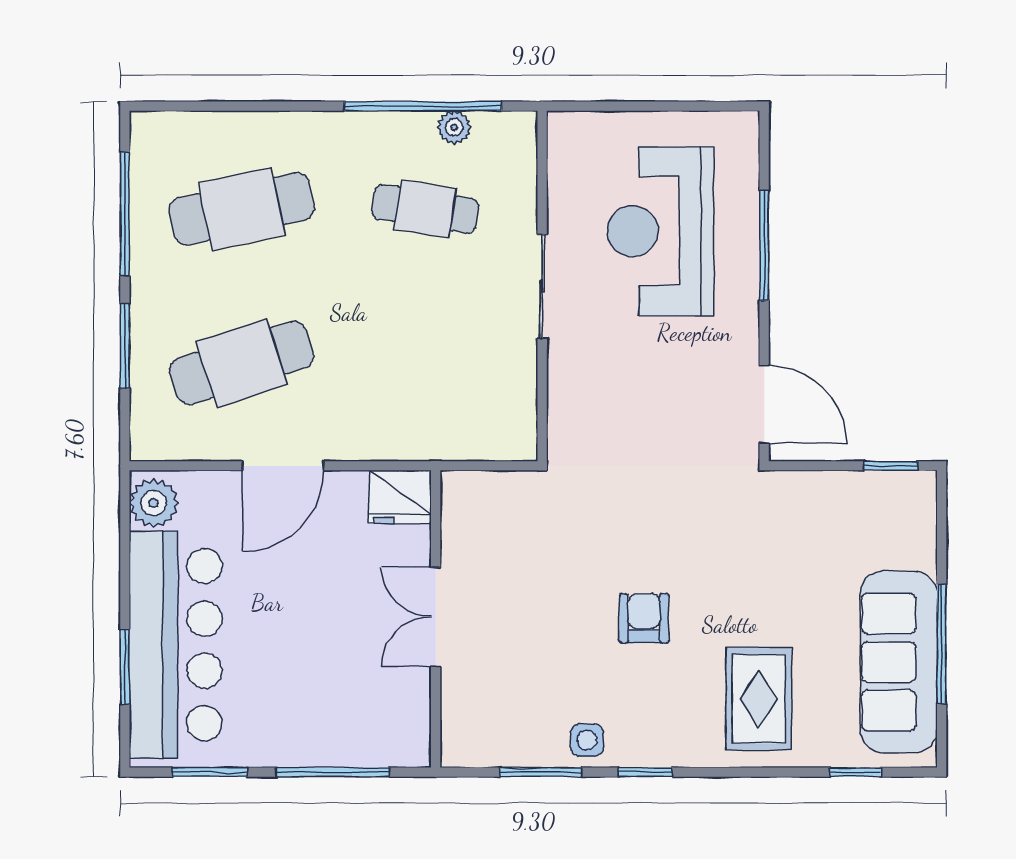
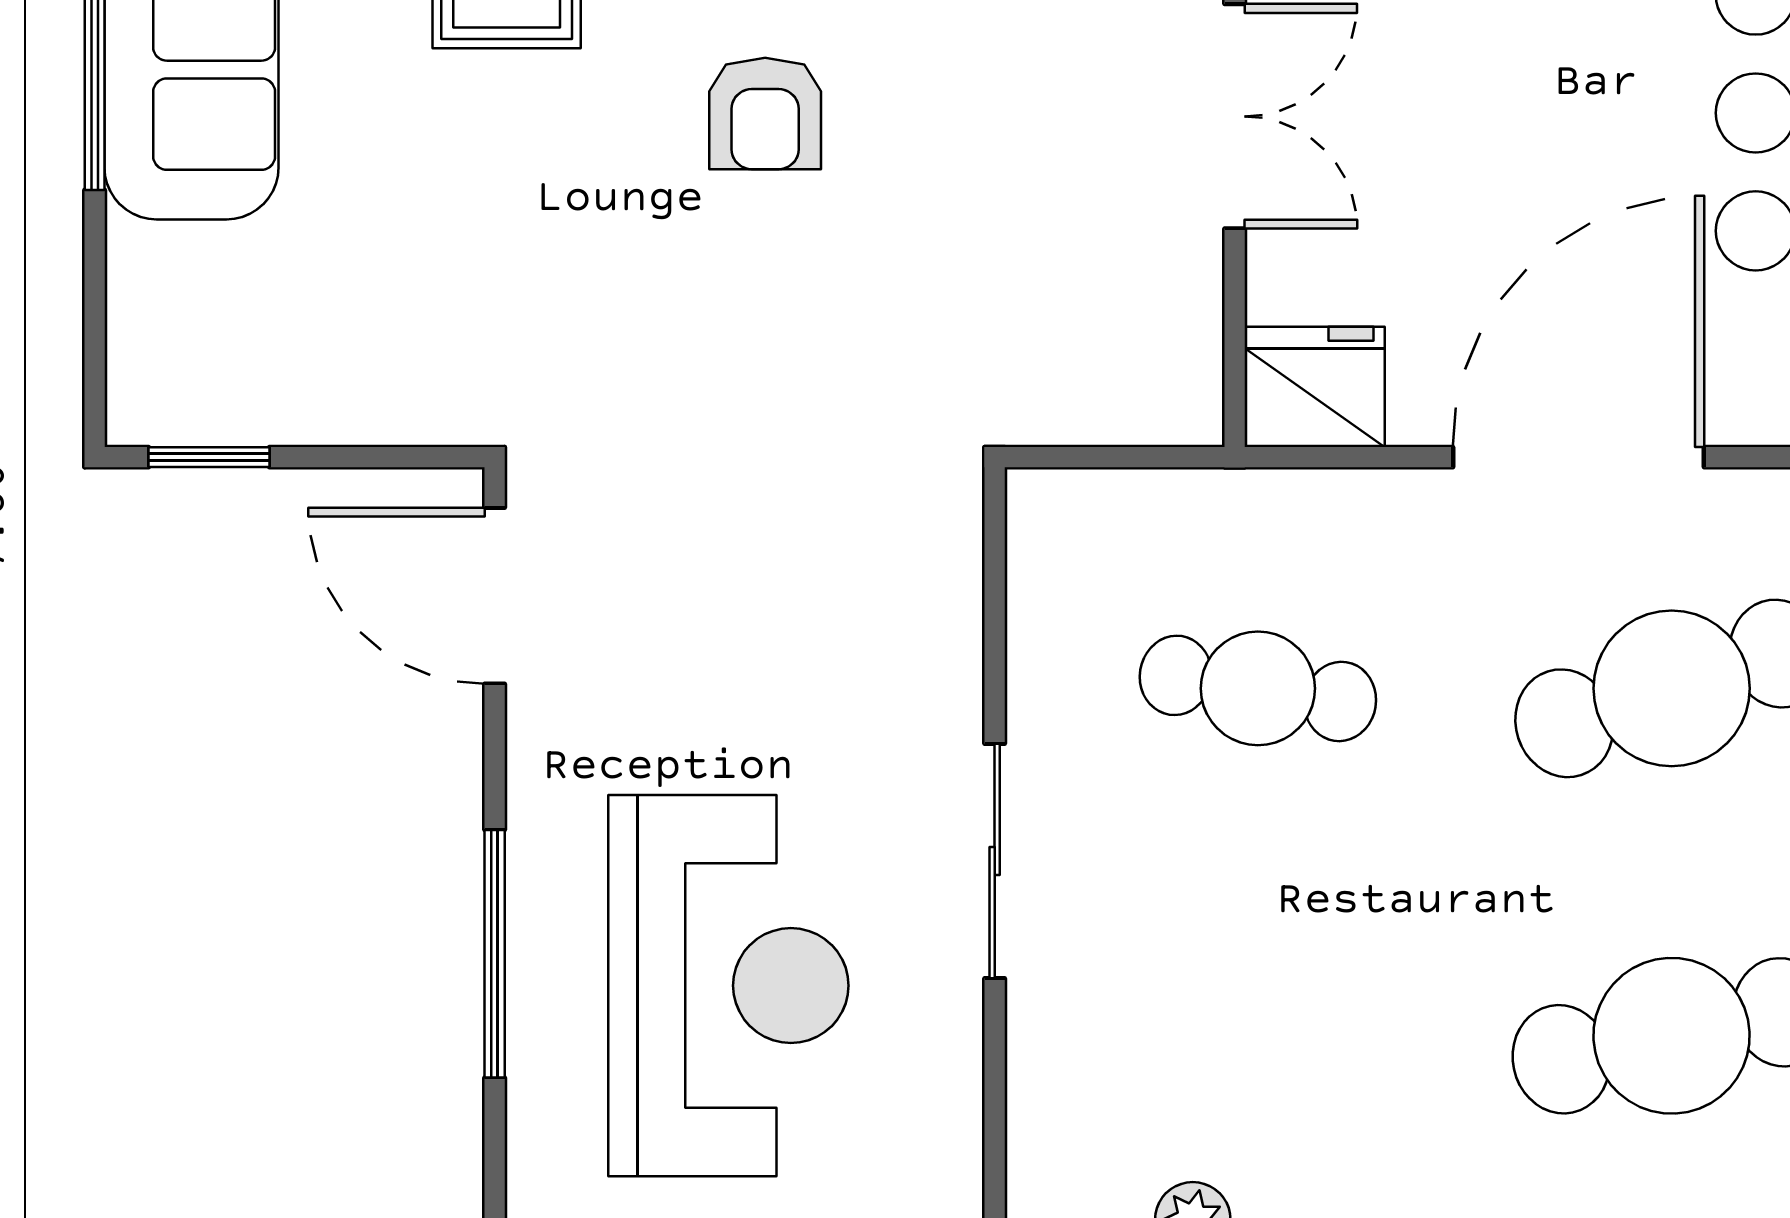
cafe table: (425, 209) -> (1258, 688), moved
door: (283, 466) -> (1579, 457), width x1.36

